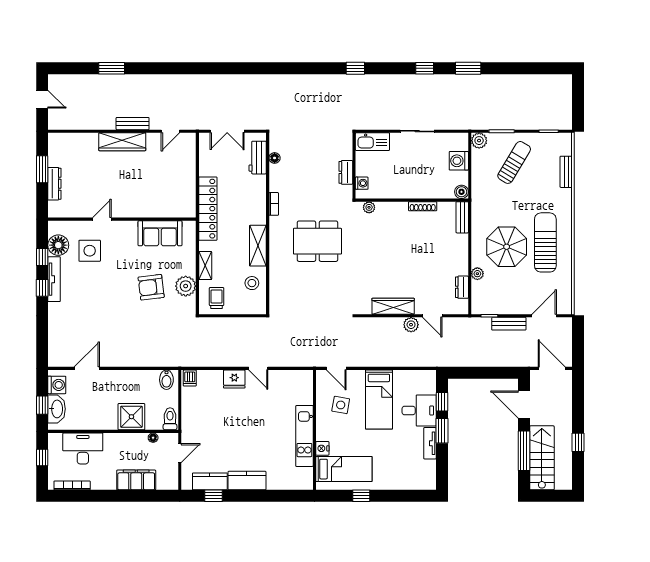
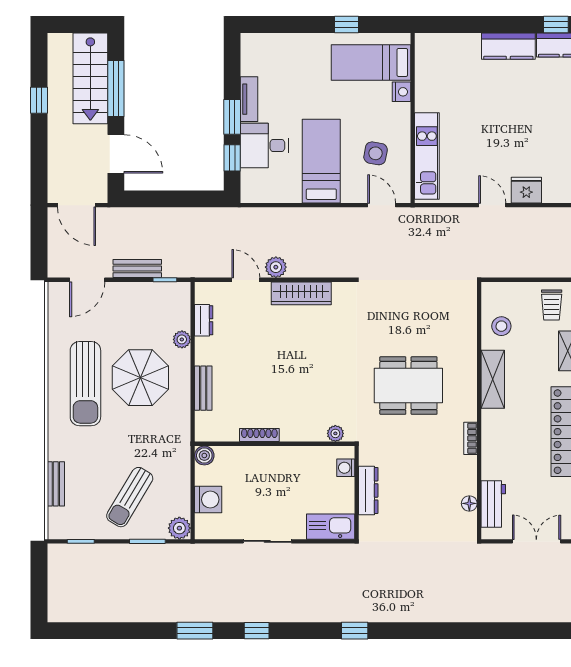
dresser: (346, 172) -> (368, 490), width x1.44
bench: (462, 217) -> (203, 388), moved
kitchen unit: (304, 436) -> (427, 156), moved

